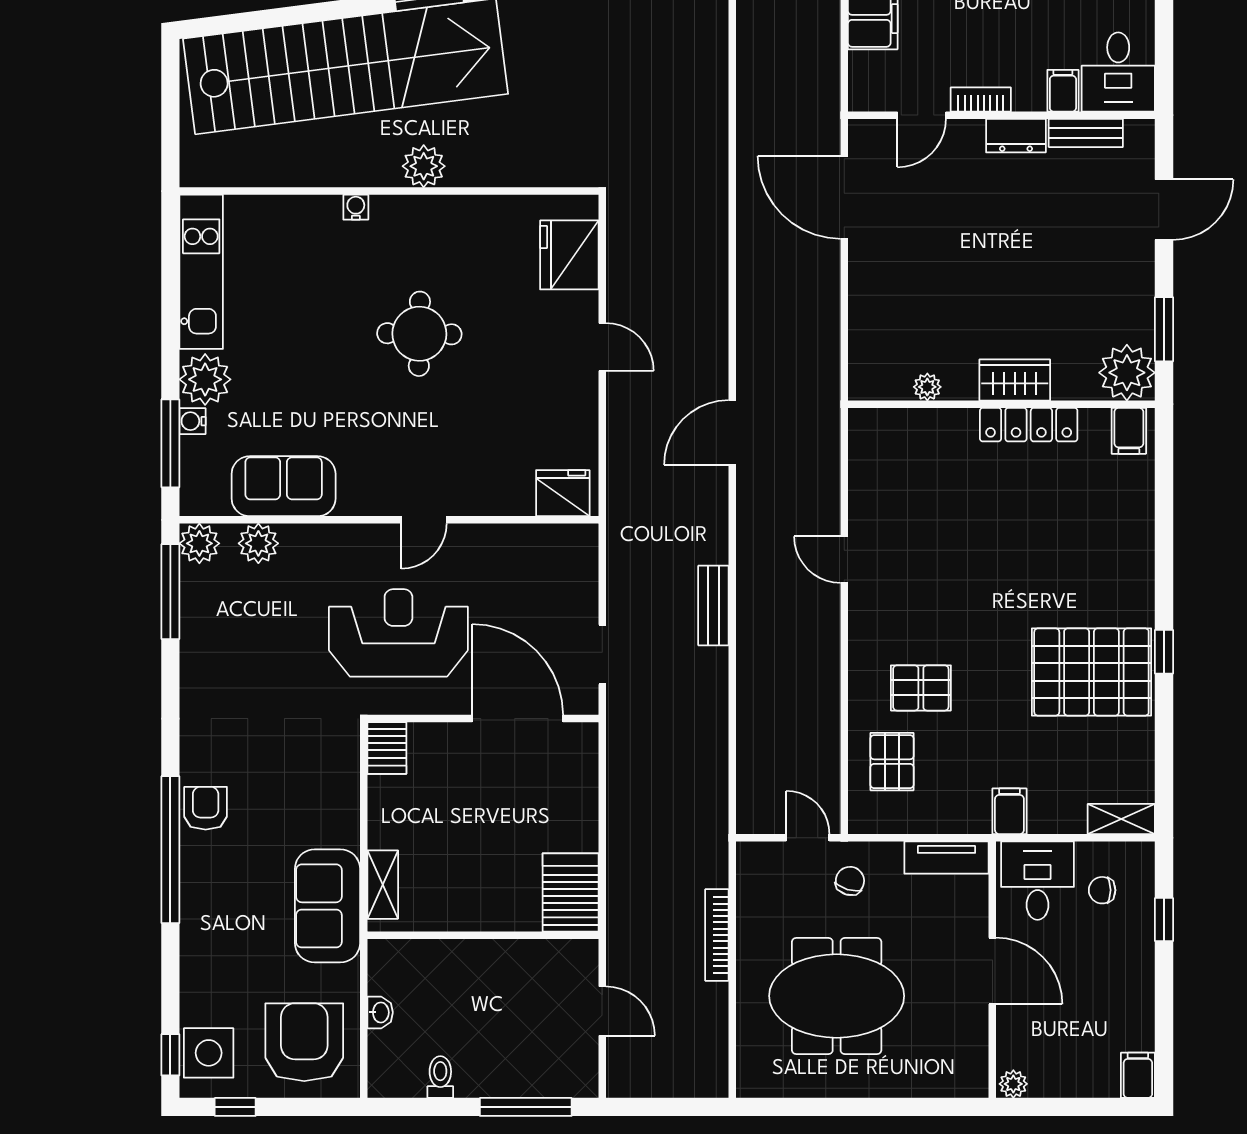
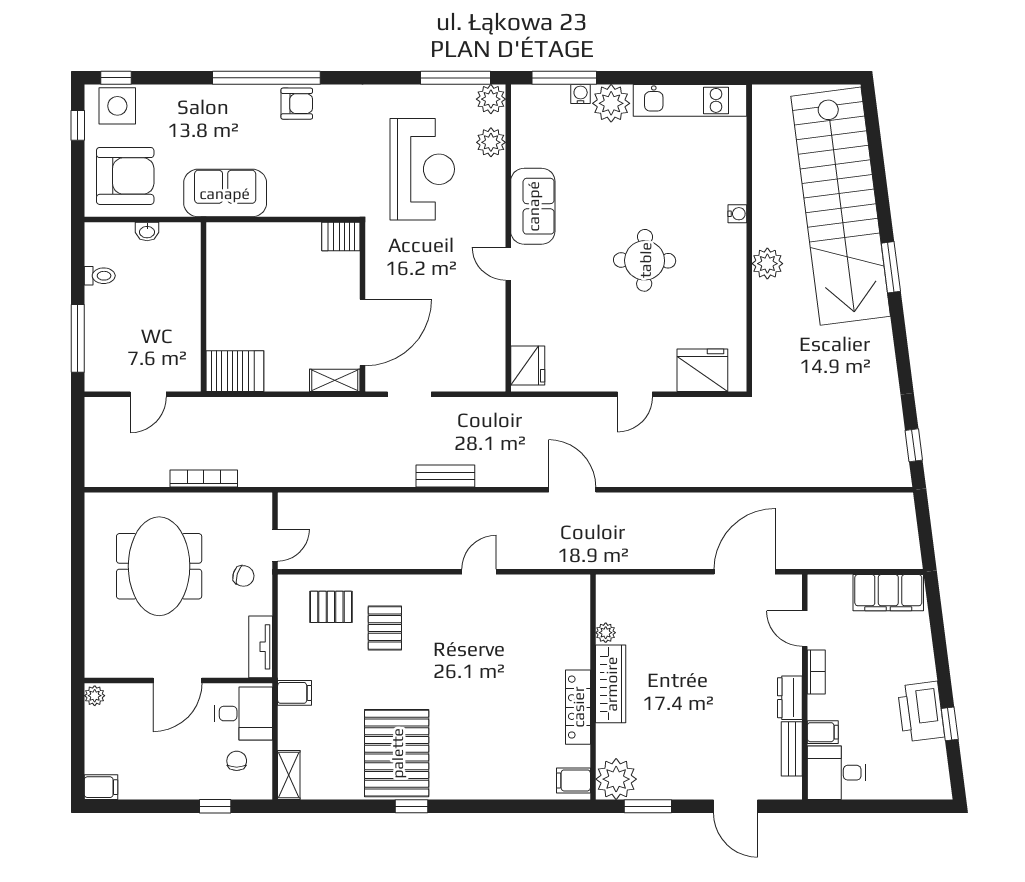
wardrobe: (1015, 380) -> (611, 684), width x1.50
sofa: (284, 486) -> (533, 206), moved
reception desk: (398, 633) -> (422, 169), moved
shelving: (383, 885) -> (335, 380), moved

